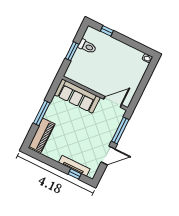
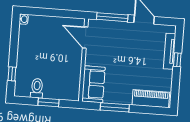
sofa: (77, 96) -> (93, 84), width x0.73
window: (42, 113) -> (115, 107), moved
window: (75, 174) -> (177, 60), moved

